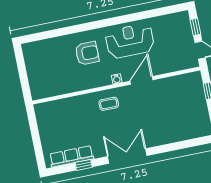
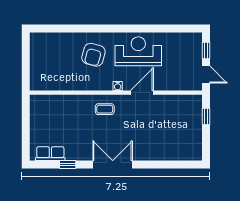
armchair: (87, 53) -> (93, 55), turned 105
row of seats: (71, 156) -> (50, 154), width x0.68

